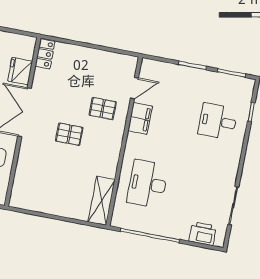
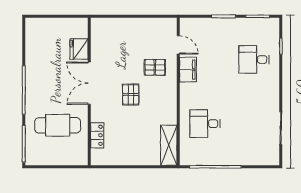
locker: (45, 54) -> (97, 135), moved
door: (134, 88) -> (178, 45), hinge flipped
pallet: (69, 134) -> (131, 94), turned 90
desk: (148, 184) -> (205, 124), width x0.73
printer: (203, 234) -> (259, 157), removed

